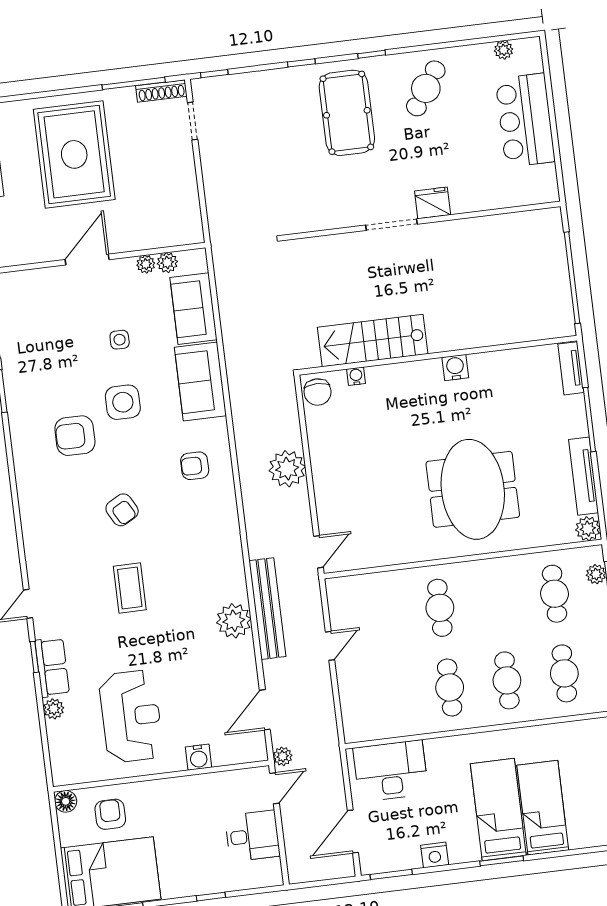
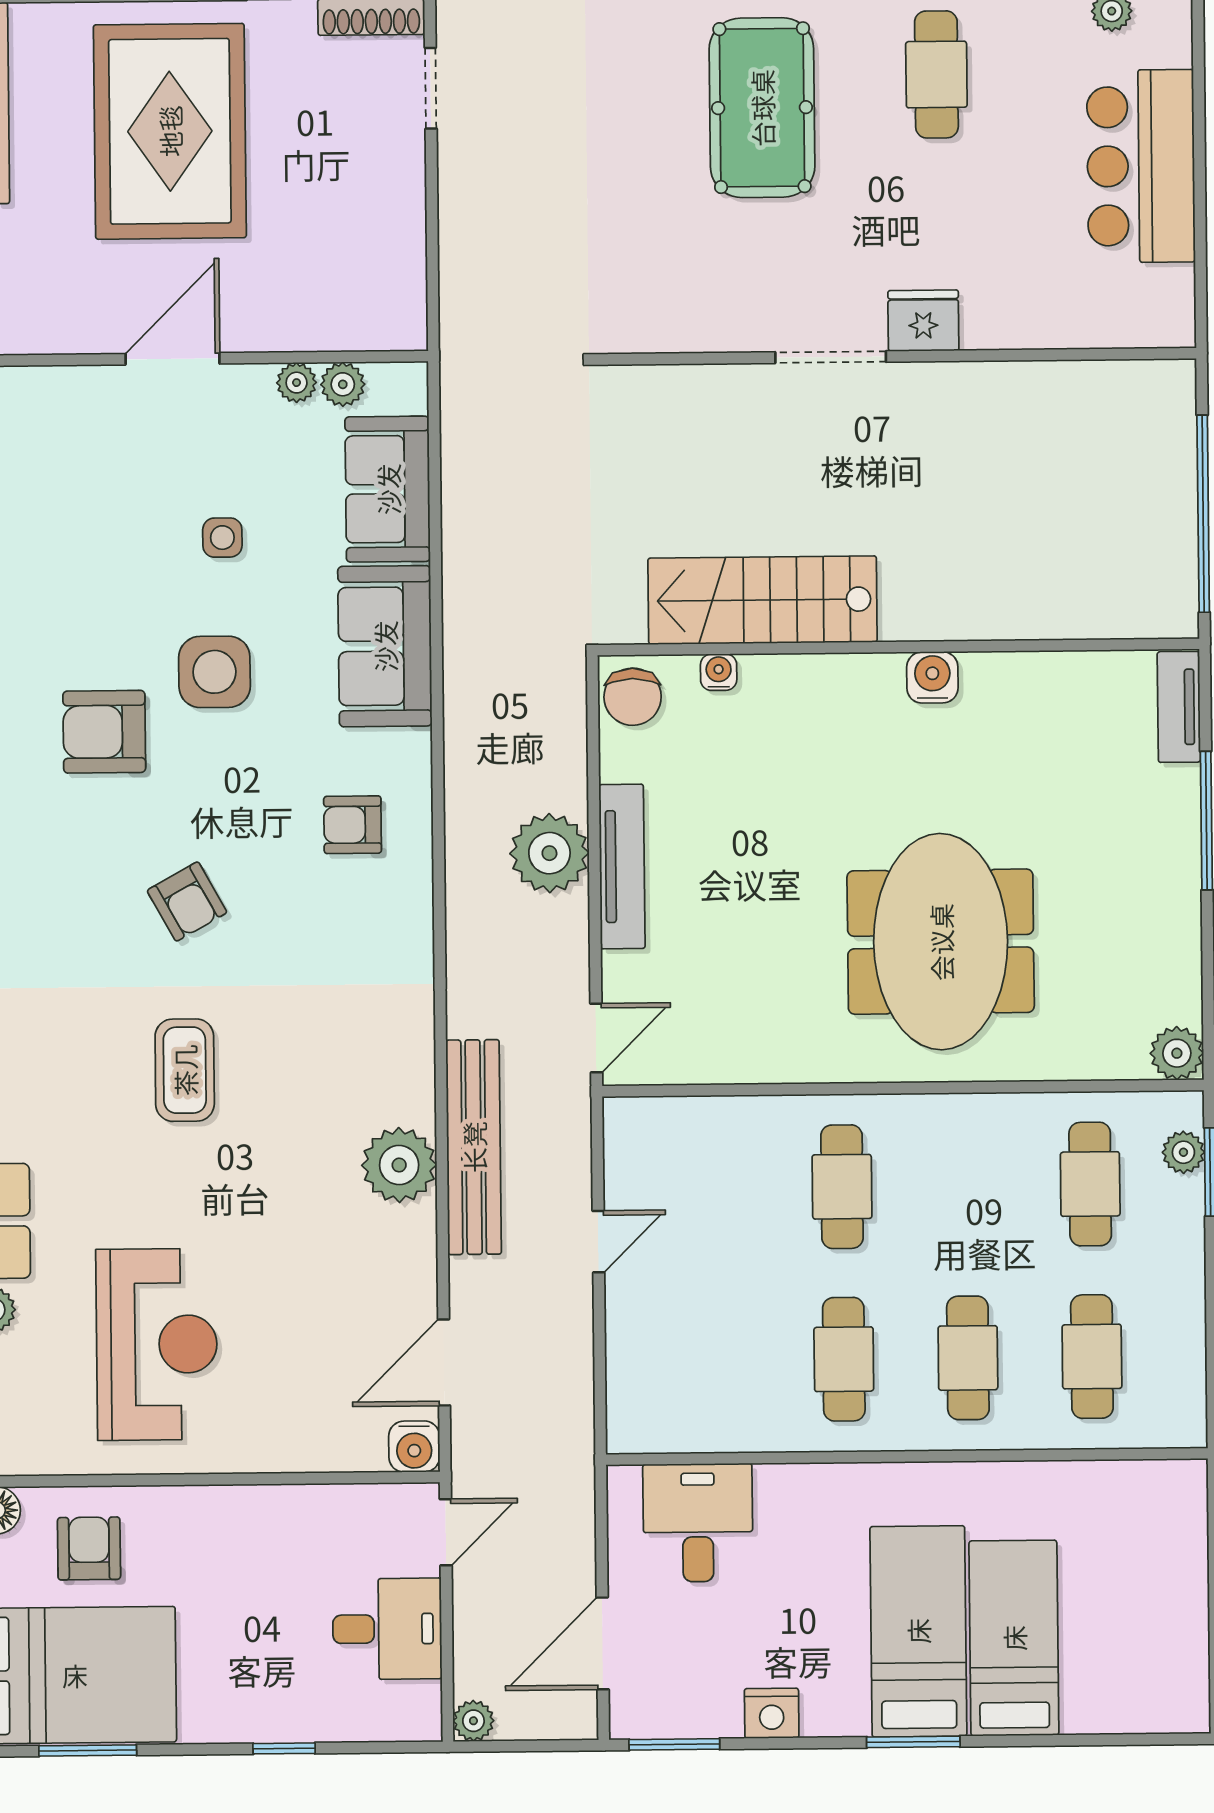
cafe table: (426, 88) -> (936, 74), turned -34
tv unit: (583, 476) -> (622, 866), moved, turned 180
plant: (283, 756) -> (473, 1721), moved
water cooler: (198, 757) -> (414, 1447), moved
desk: (391, 771) -> (698, 1523), width x0.73

